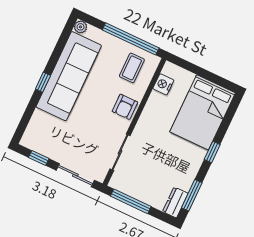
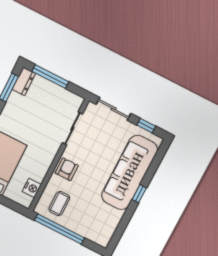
plant: (81, 27) -> (104, 241), removed
sofa: (69, 76) -> (129, 173), moved
window: (131, 201) -> (50, 77), moved

